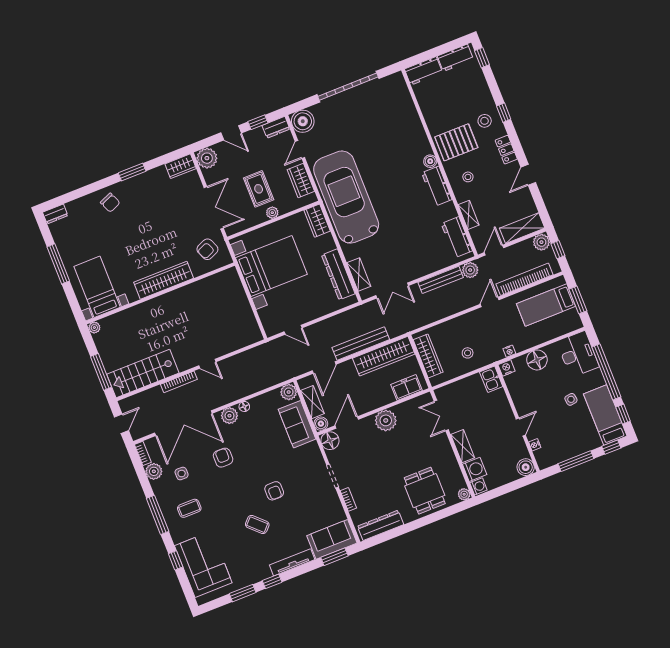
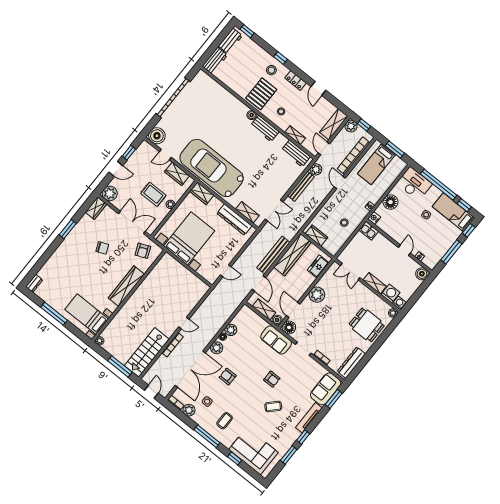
dresser: (276, 127) -> (142, 149), removed
door: (300, 149) -> (165, 155), hinge flipped
chair: (110, 203) -> (102, 248), moved
wardrobe: (428, 356) -> (316, 236), width x0.67
plant: (289, 392) -> (231, 330), moved
sofa: (297, 424) -> (276, 340), moved

